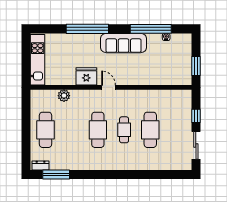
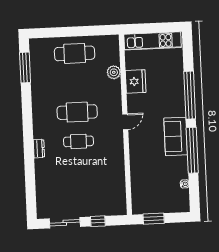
window: (151, 29) -> (192, 150), moved
sofa: (124, 43) -> (176, 136), width x0.73
fridge: (86, 76) -> (136, 81), moved
cafe table: (150, 130) -> (80, 171), removed
dresser: (41, 165) -> (39, 149), moved

